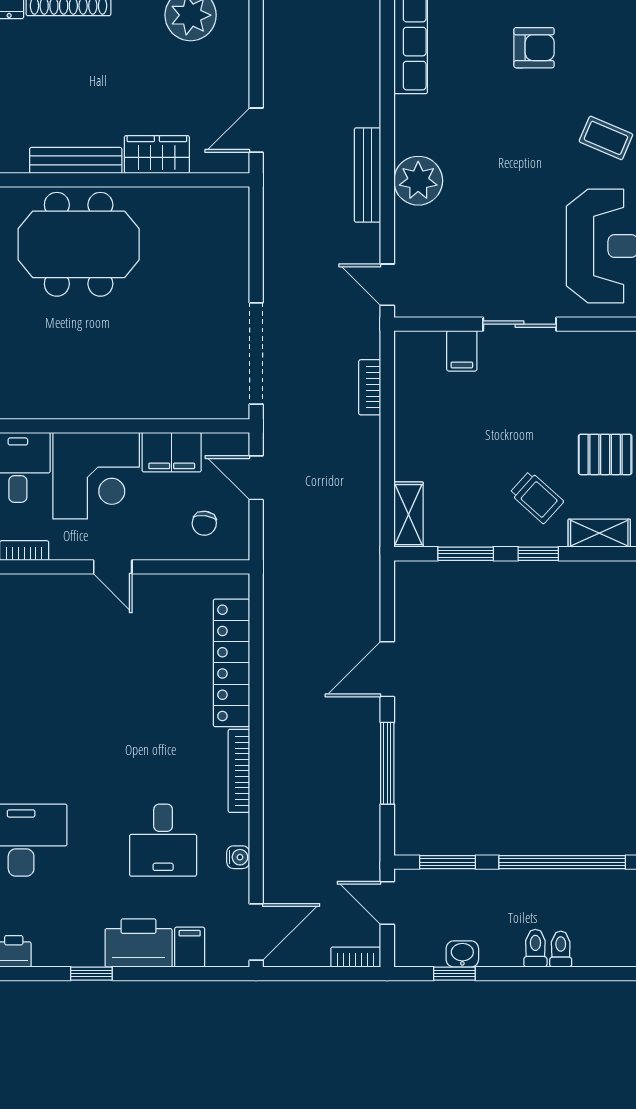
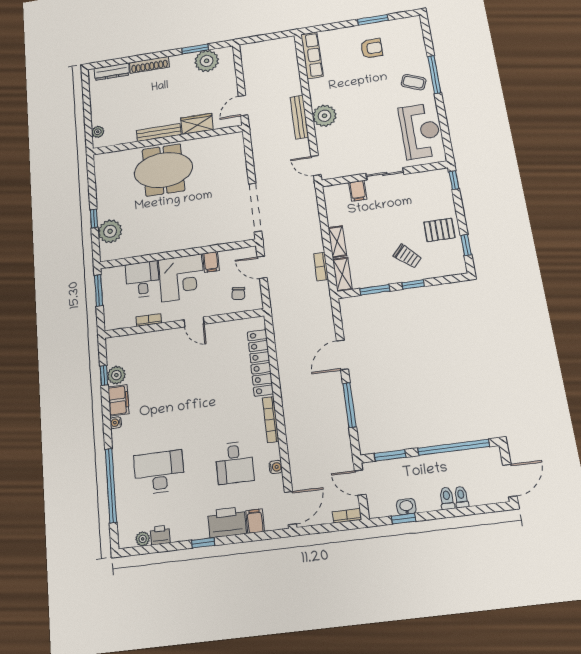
bookcase: (370, 387) -> (321, 267), moved
filing cabinet: (172, 452) -> (211, 262), width x0.50
shelving: (599, 533) -> (337, 242), moved, turned 90

